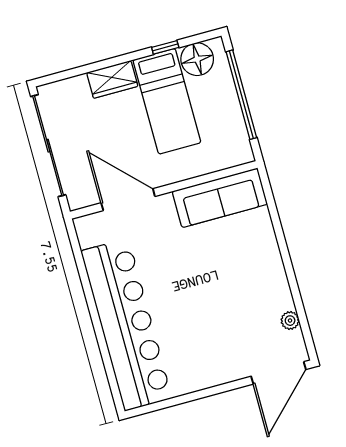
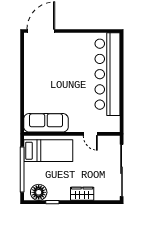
bed: (167, 101) -> (48, 151), moved, turned 90
door: (128, 200) -> (90, 134), width x0.53
plant: (290, 321) -> (28, 55), removed

